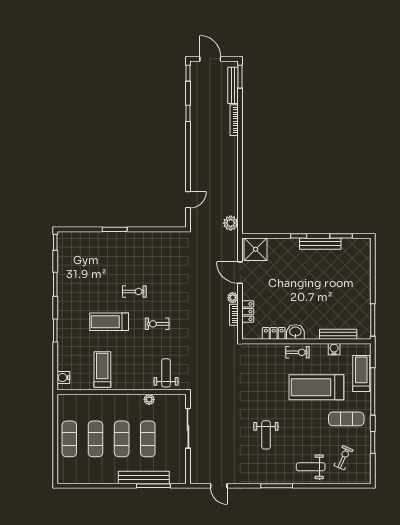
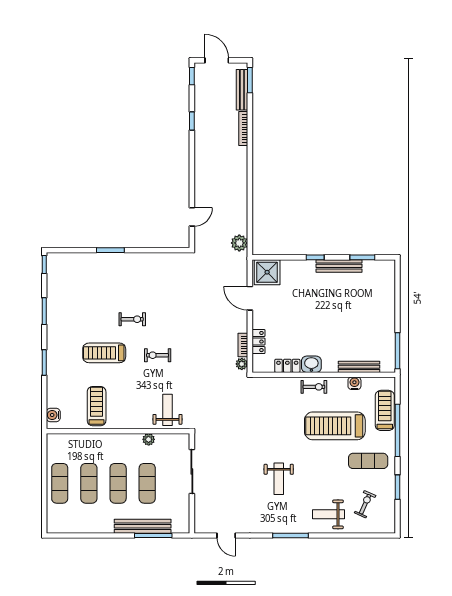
plant: (233, 298) -> (242, 364), moved

